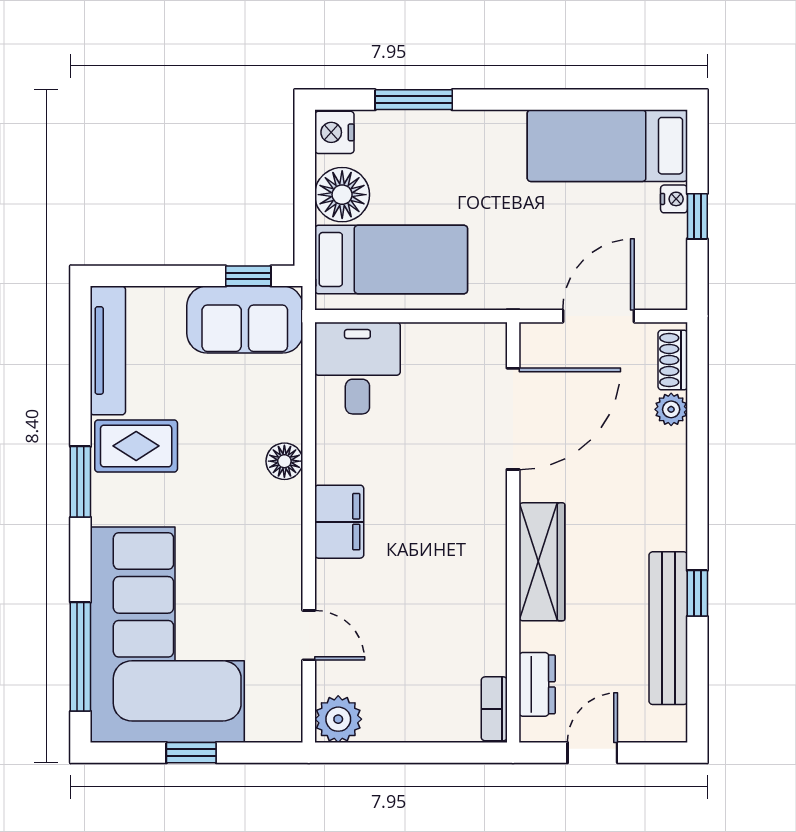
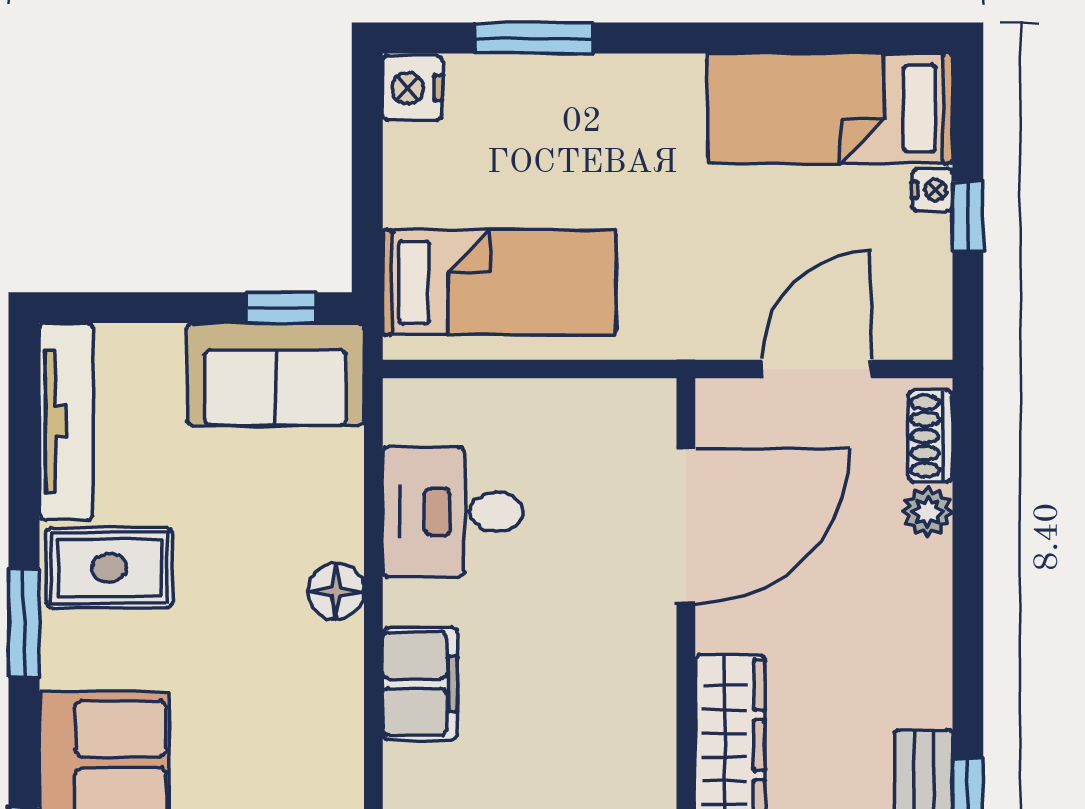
floor lamp: (342, 195) -> (424, 183), removed
desk: (357, 368) -> (453, 512), moved, turned -90

